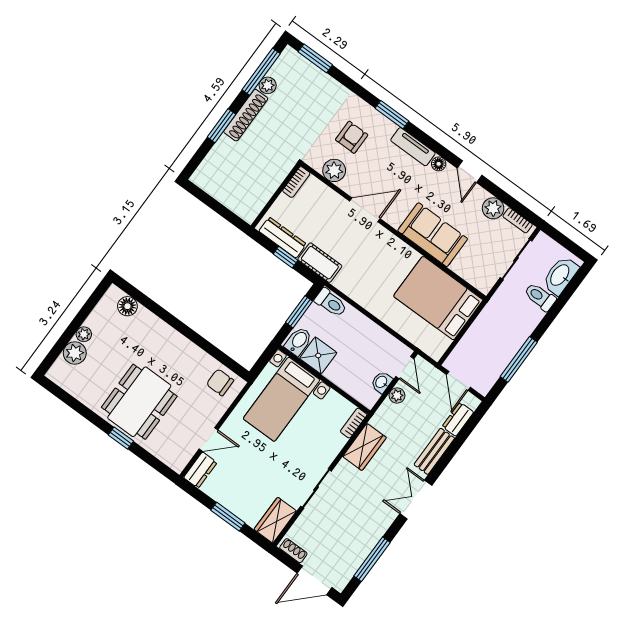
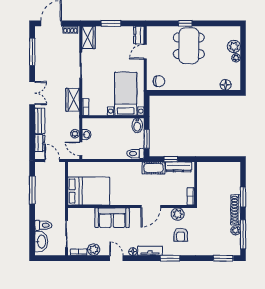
shower: (318, 356) -> (124, 126), removed

